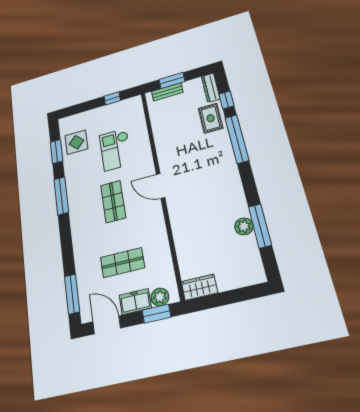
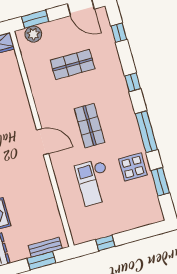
display table: (76, 142) -> (133, 167), moved
checkout: (116, 150) -> (94, 182), turned 180
window: (66, 243) -> (133, 82), added
window: (72, 294) -> (119, 33), width x0.46
freezer: (135, 302) -> (56, 29), removed

